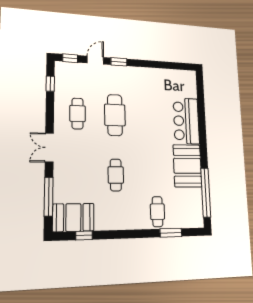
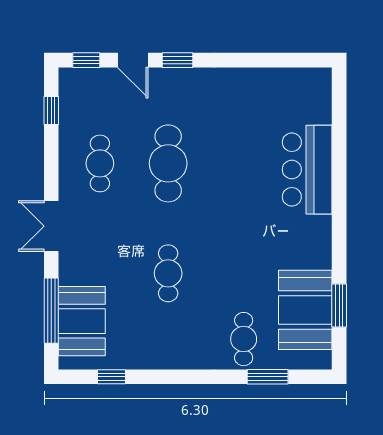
door: (95, 60) -> (133, 60), swing flipped
booth: (187, 166) -> (305, 310), moved
window: (206, 193) -> (339, 306), width x0.47
booth: (73, 217) -> (82, 321), moved, turned 90

